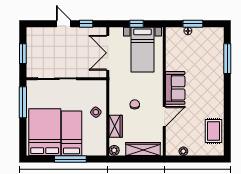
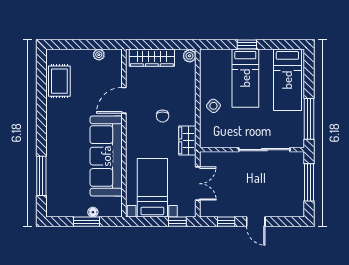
window: (137, 24) -> (177, 222), moved
double door: (108, 53) -> (198, 184), width x0.73
window: (23, 54) -> (309, 182), width x1.44
sofa: (175, 88) -> (106, 156), width x1.85, depth x1.27
wardrobe: (116, 126) -> (187, 140), moved
bed: (45, 132) -> (287, 80), width x0.67
window: (70, 159) -> (247, 44), width x0.46

